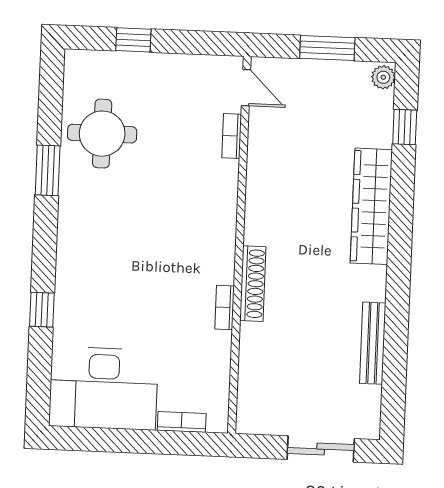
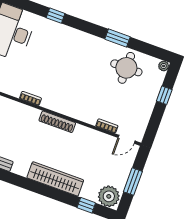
plant: (75, 60) -> (164, 66), added
plant: (383, 77) -> (109, 196), width x1.87, depth x1.87
shoe rack: (253, 284) -> (57, 122), moved

